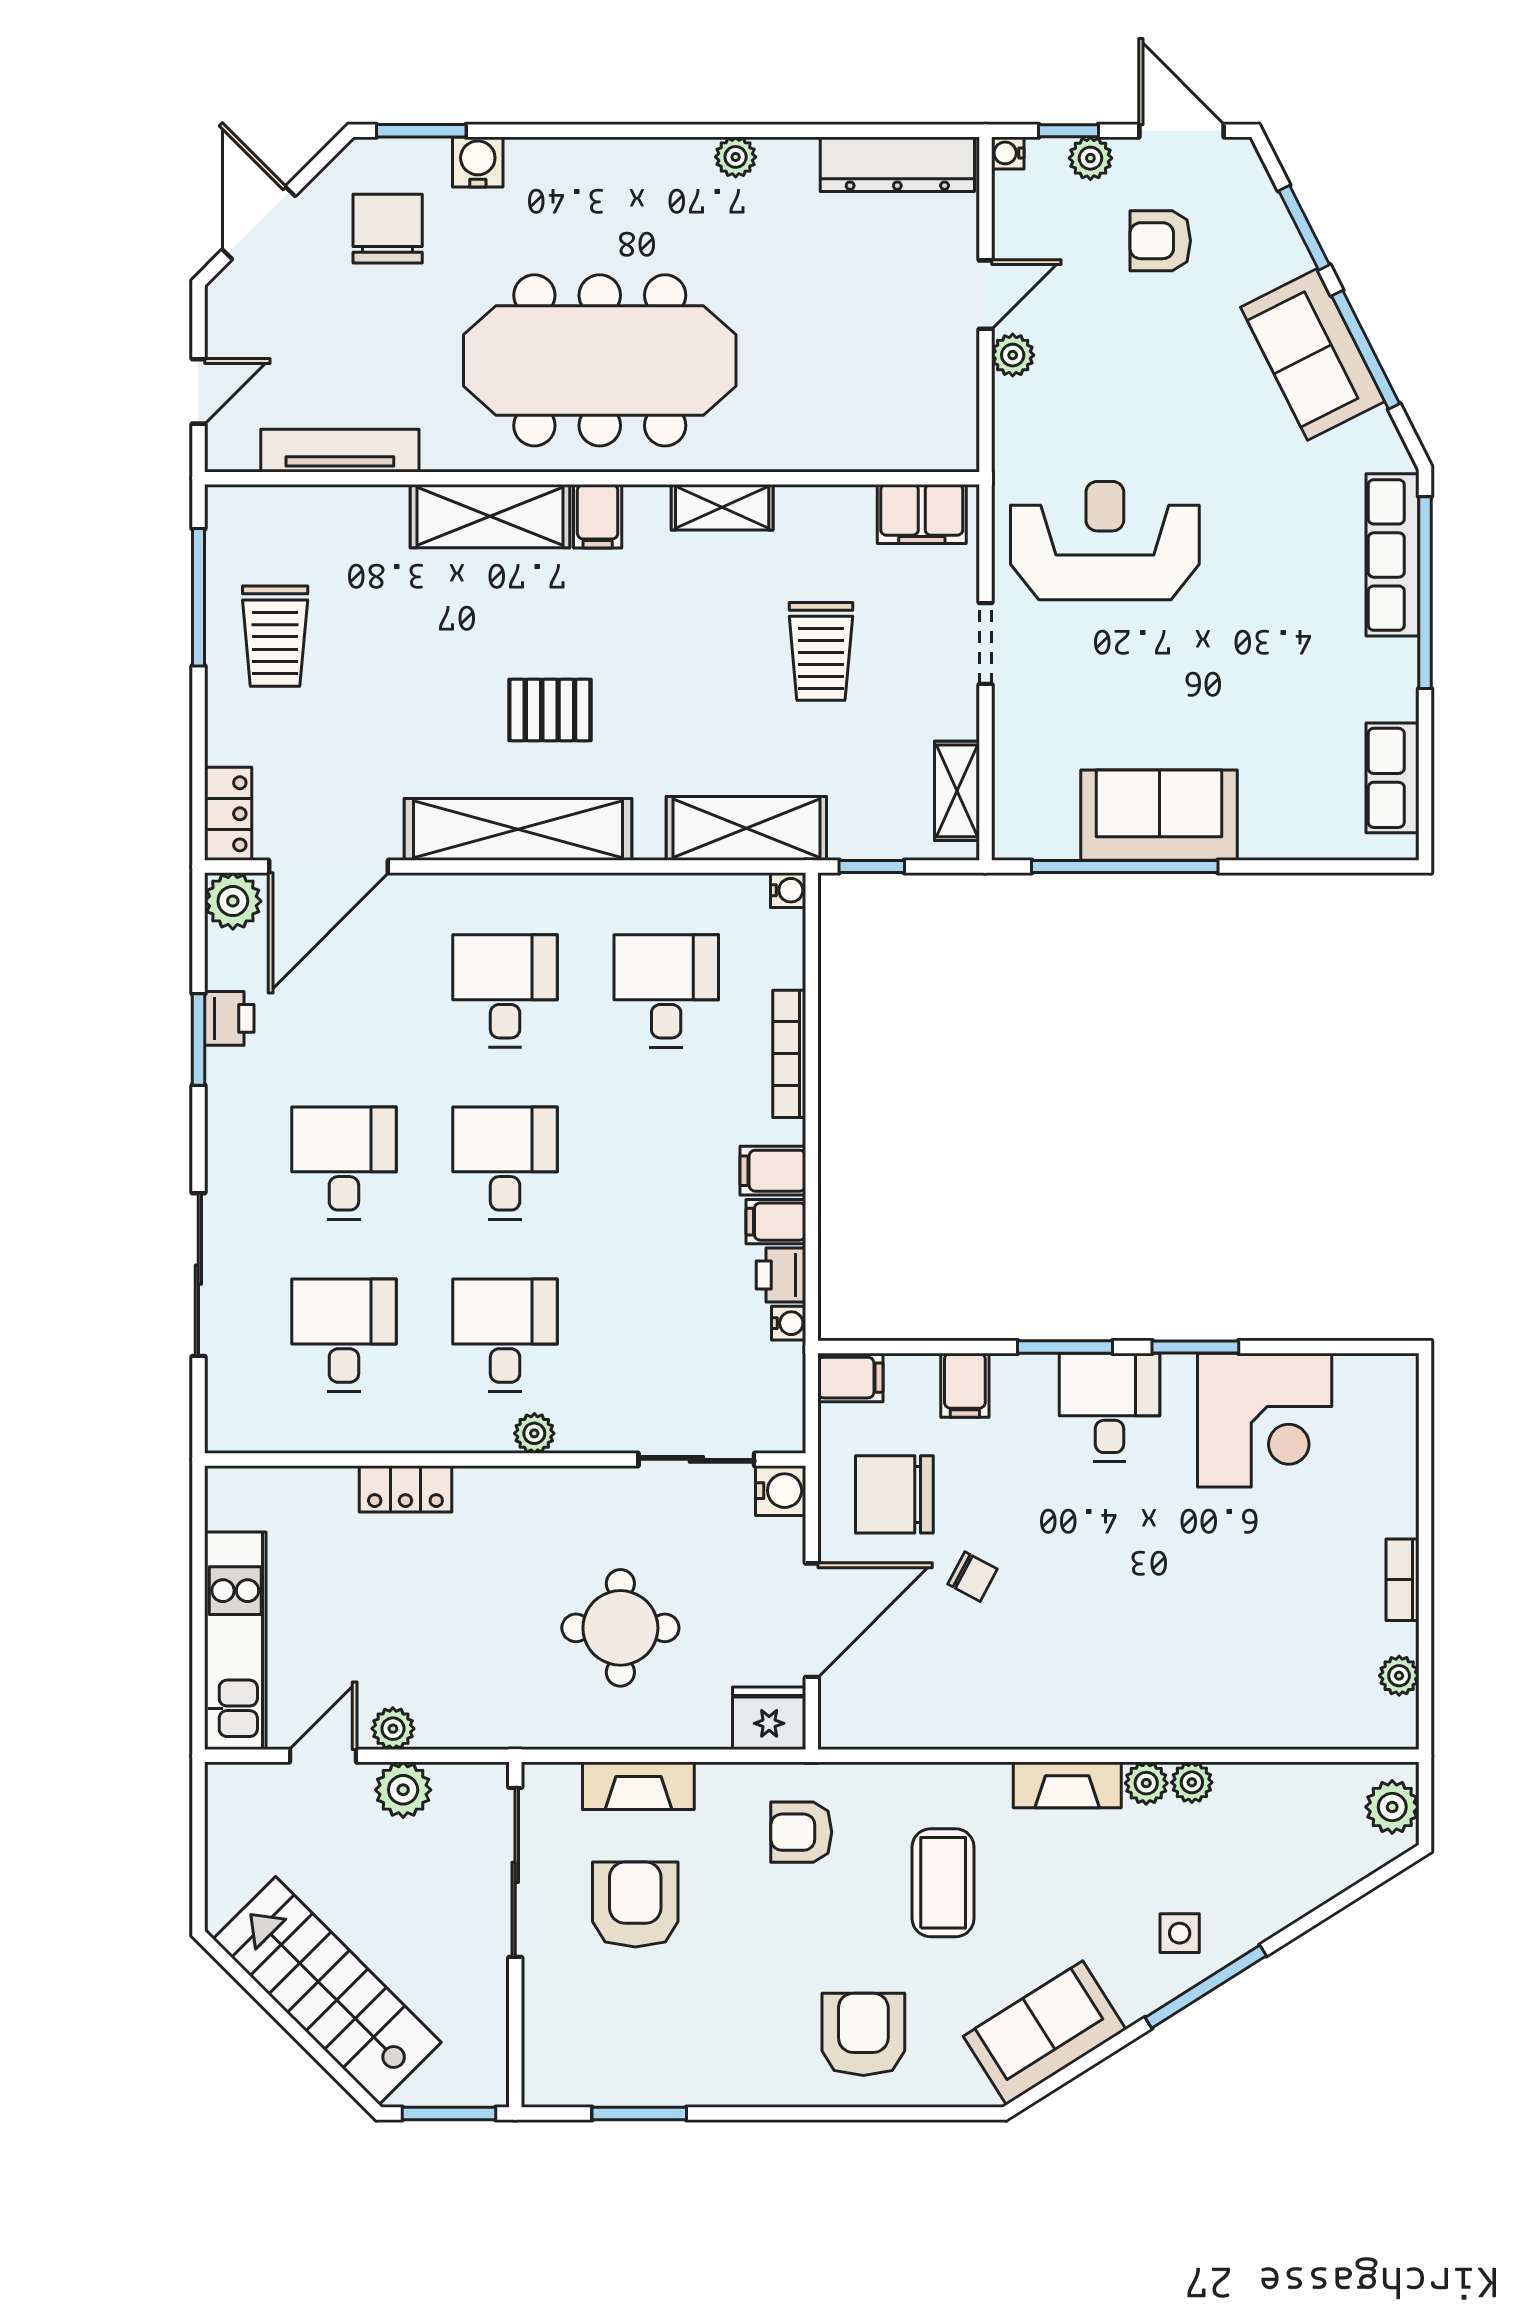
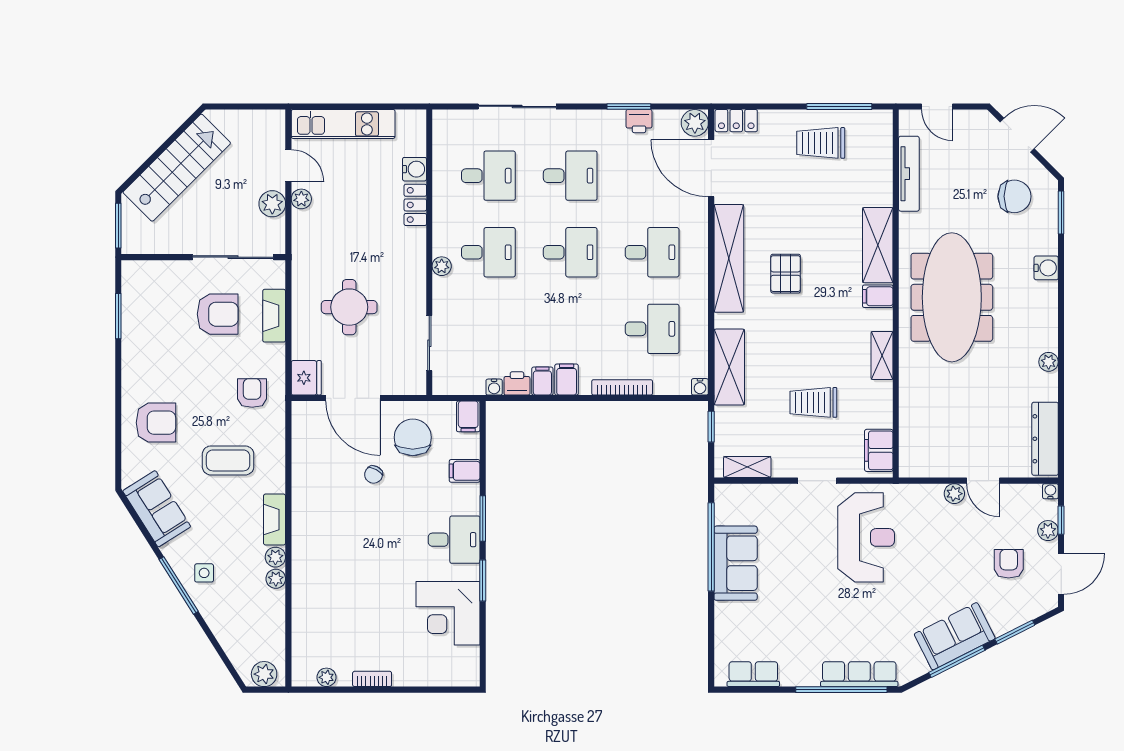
water cooler: (478, 162) -> (1046, 268), moved
water cooler: (781, 1491) -> (415, 169), moved, turned -90

